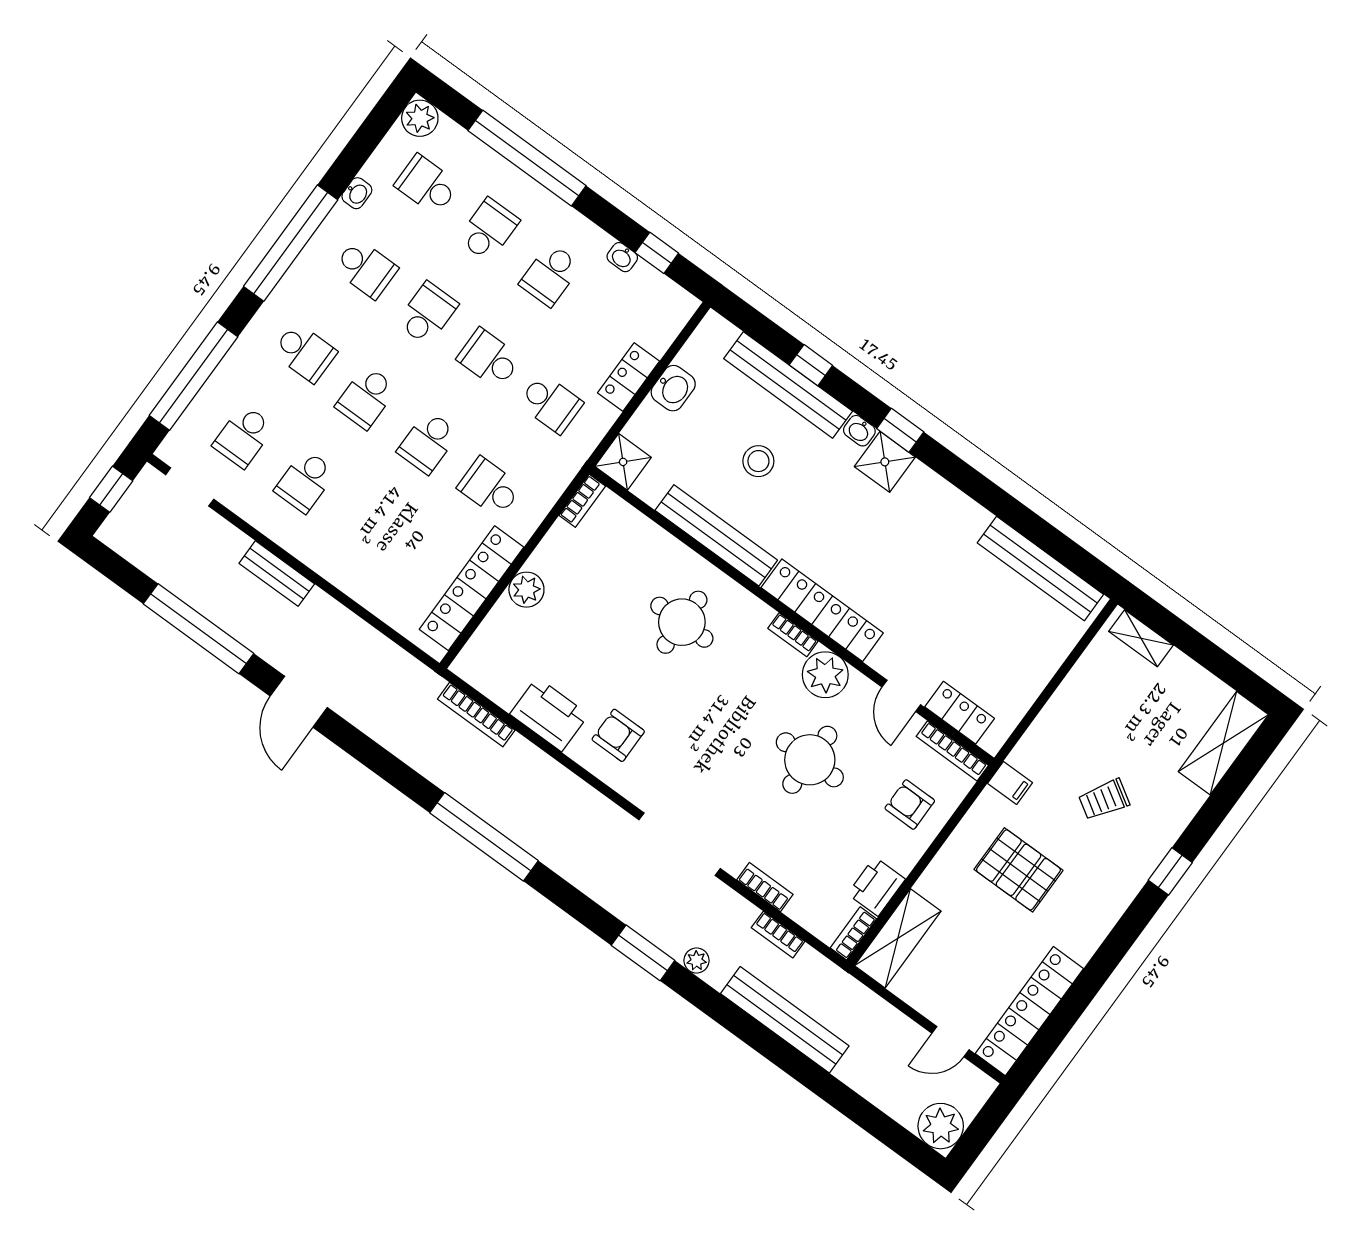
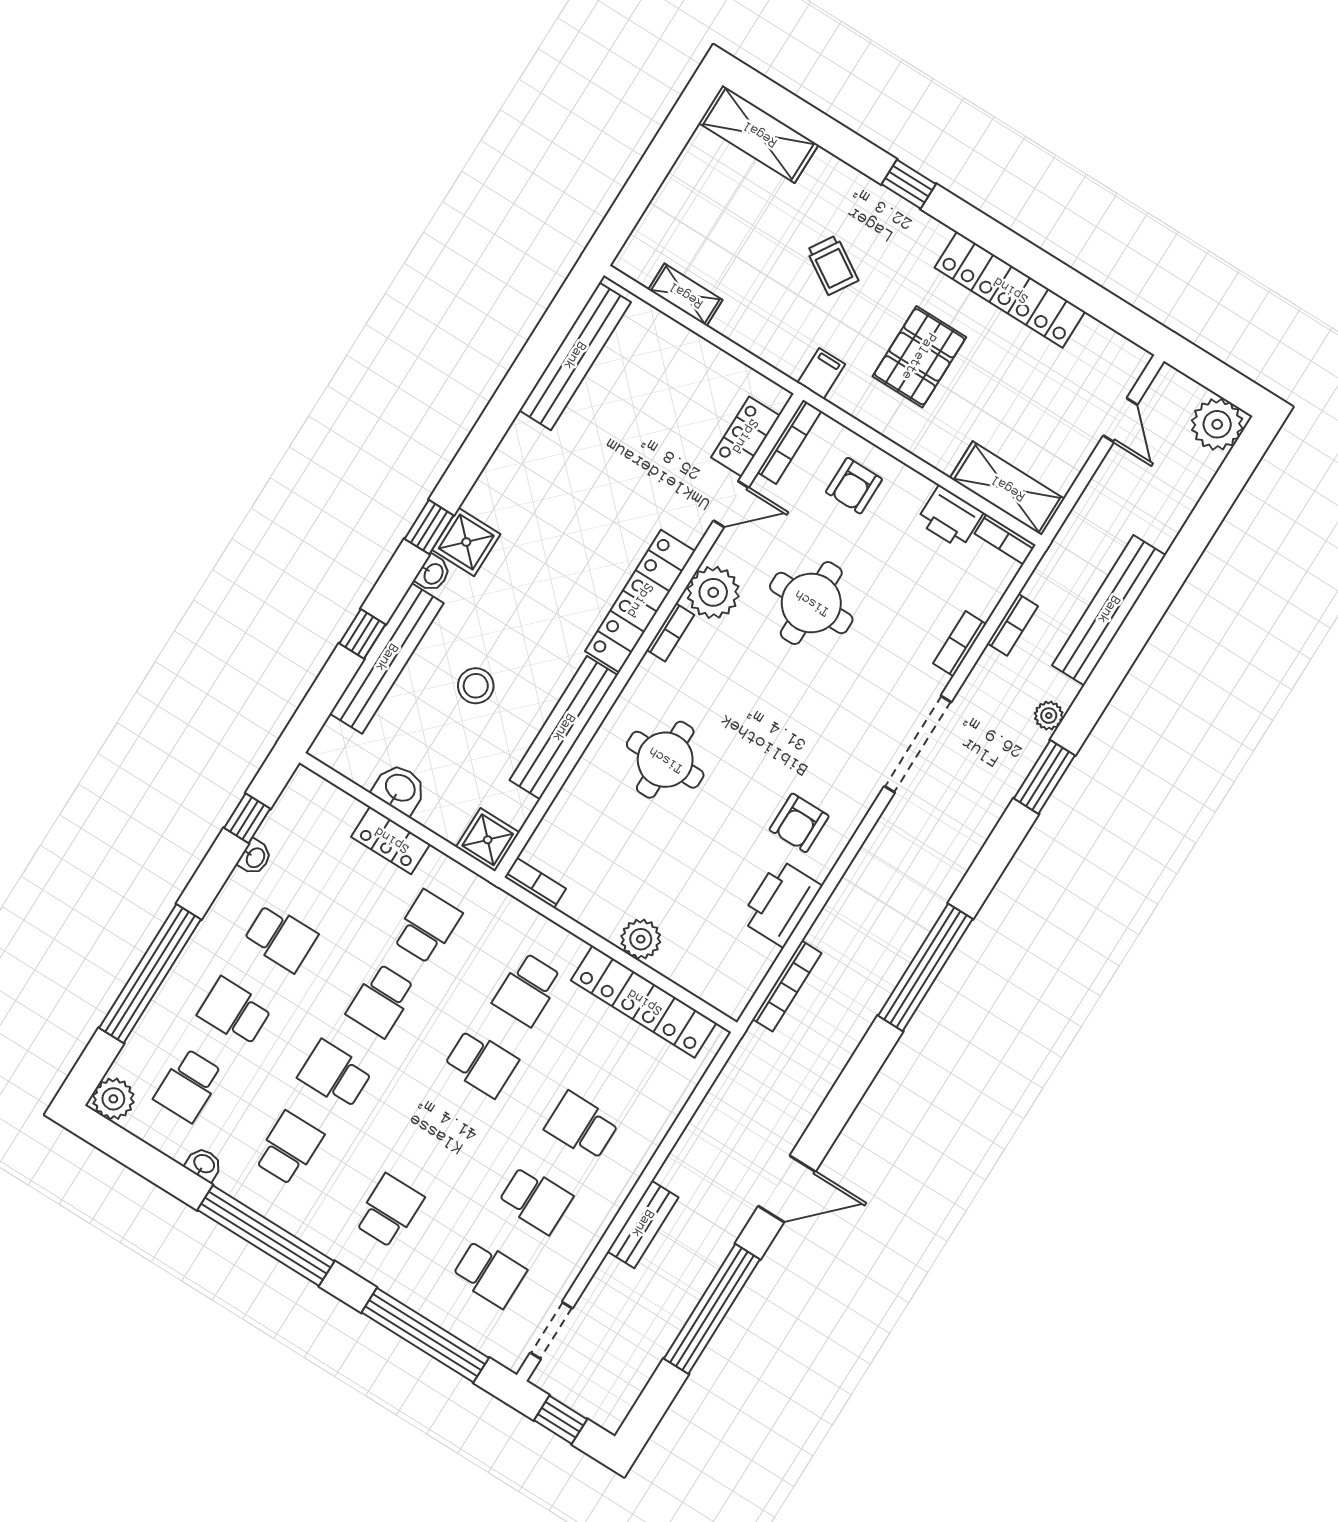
school desk: (366, 397) -> (582, 1126), moved, turned 180
shelving: (1141, 638) -> (685, 295), moved, turned 90
locker: (1029, 1011) -> (1010, 290), moved

